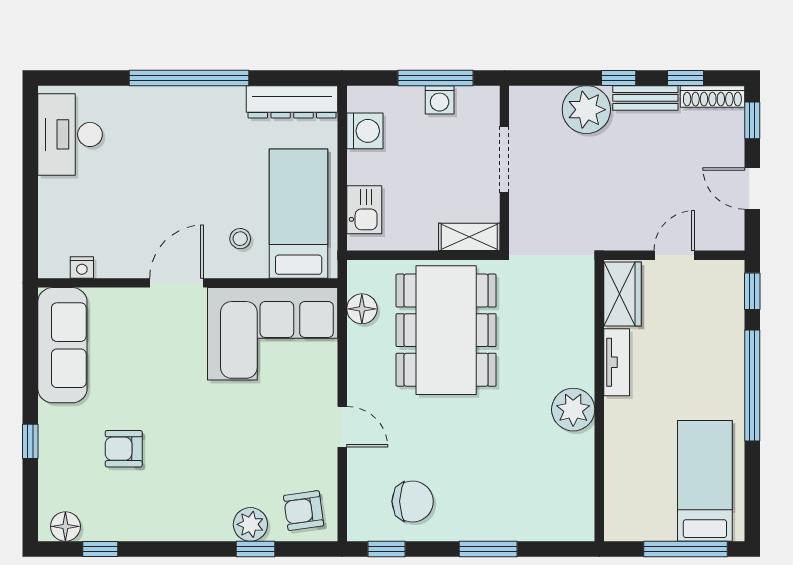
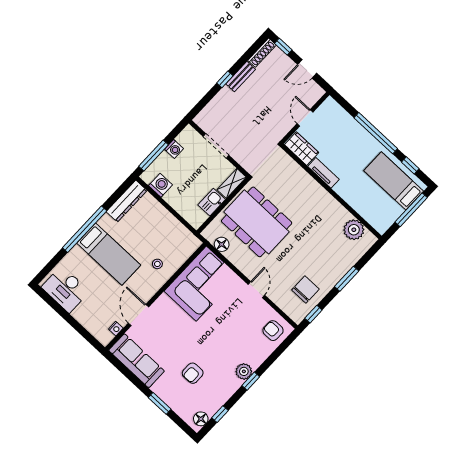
window: (435, 78) -> (154, 156), moved
window: (685, 78) -> (247, 56), removed
plant: (586, 110) -> (225, 101), removed
kitchen sink: (364, 210) -> (212, 202), moved, turned -90
bed: (299, 214) -> (109, 254), moved, turned 180
door: (177, 283) -> (138, 315), moved
window: (752, 291) -> (410, 165), moved
plant: (573, 410) -> (354, 230), moved
door: (342, 427) -> (256, 290), hinge flipped
window: (30, 441) -> (160, 403), width x1.50
armchair: (304, 511) -> (273, 331), turned 98
plant: (250, 524) -> (244, 371), moved
window: (256, 549) -> (251, 381), moved

